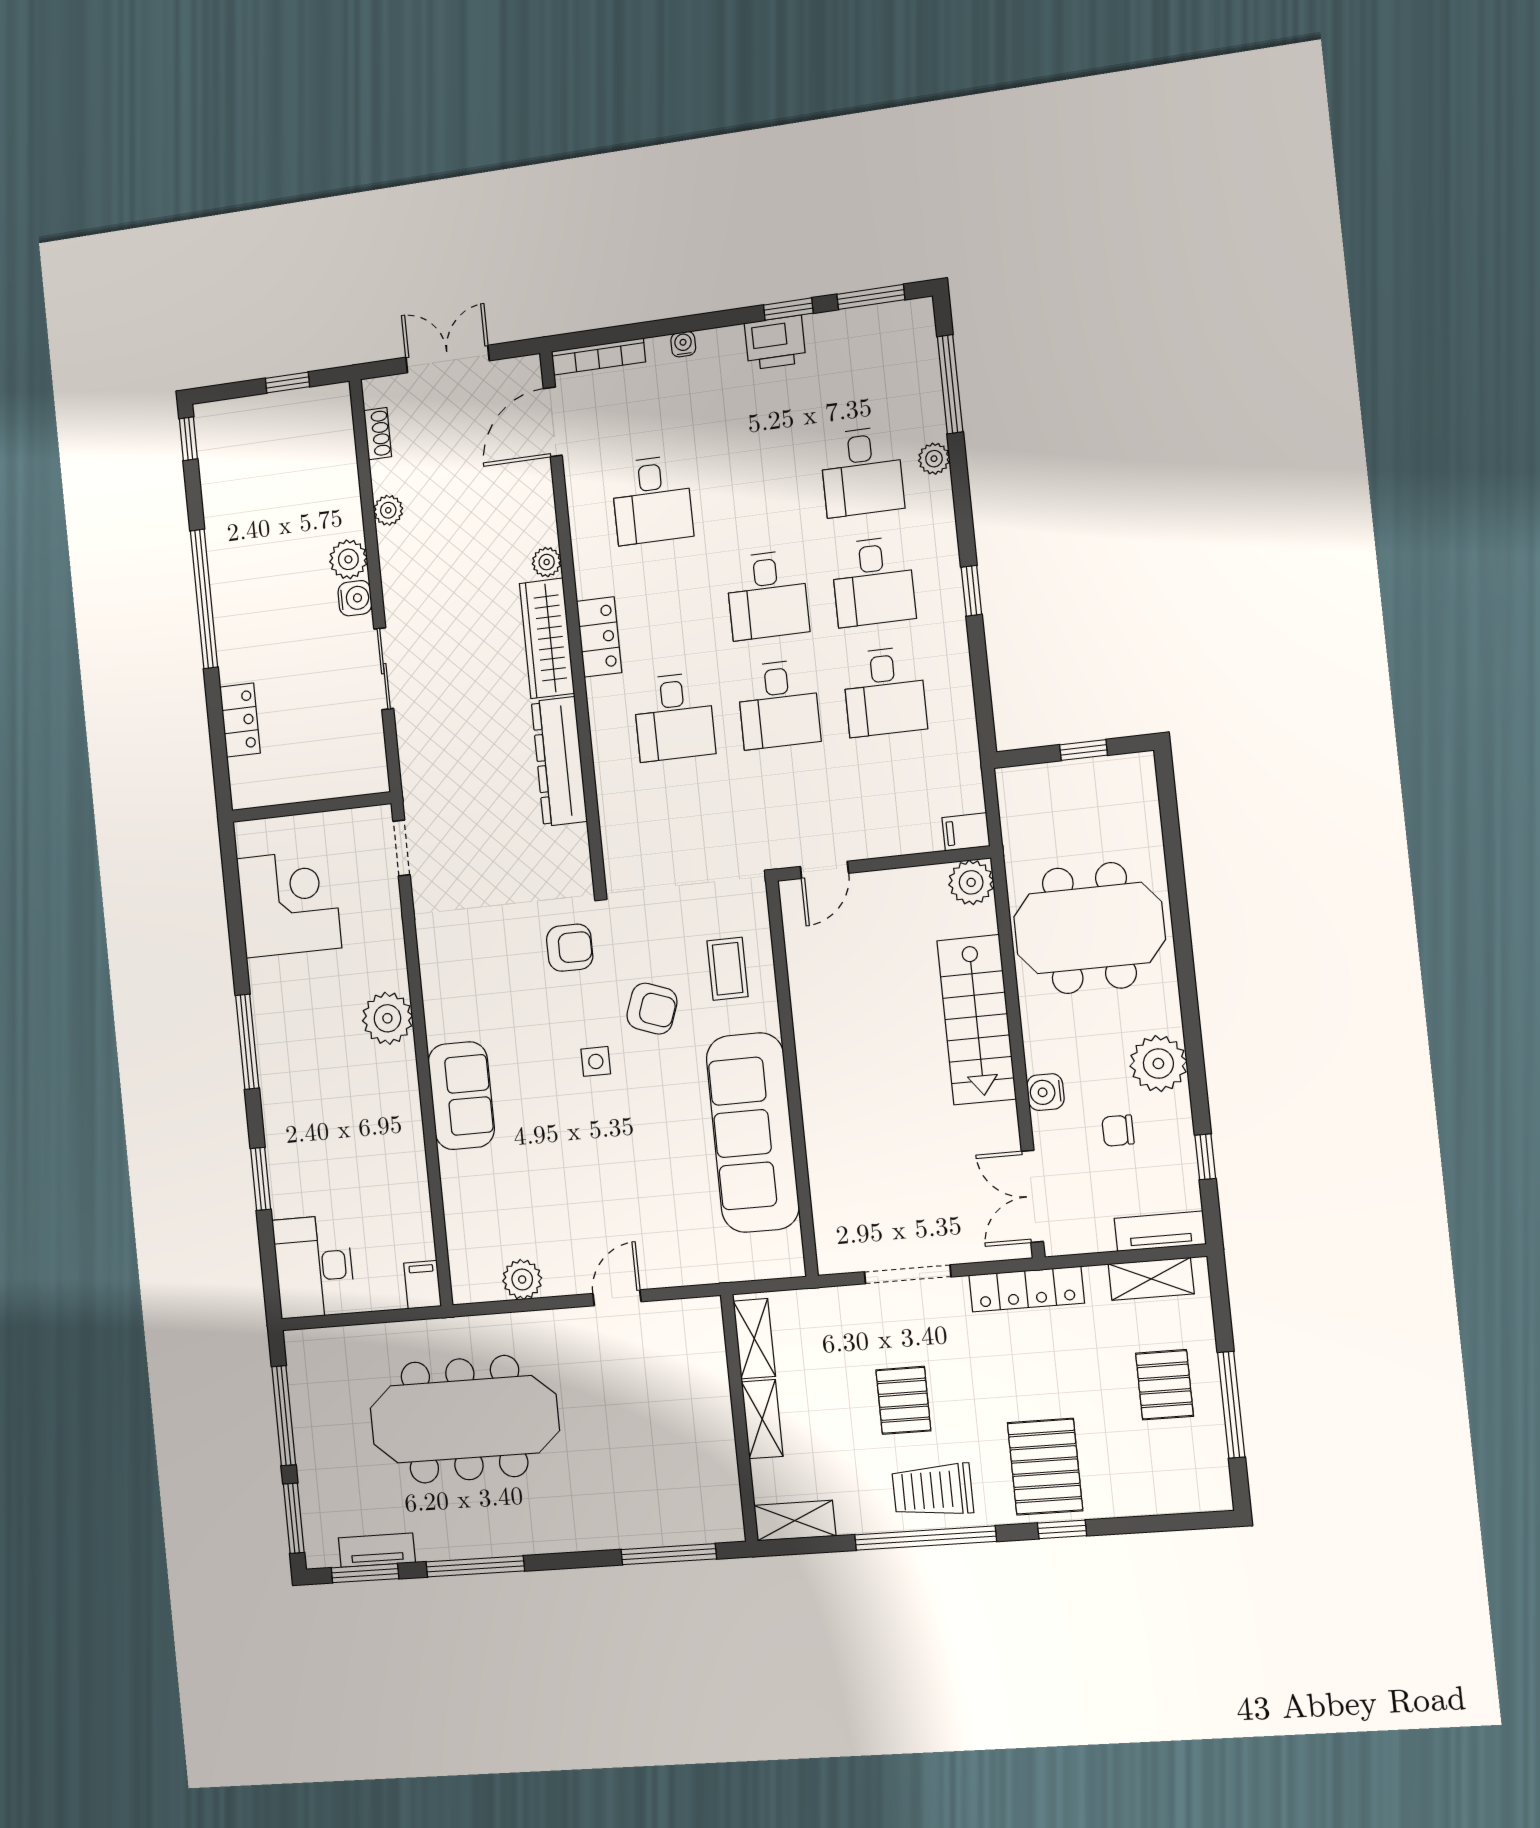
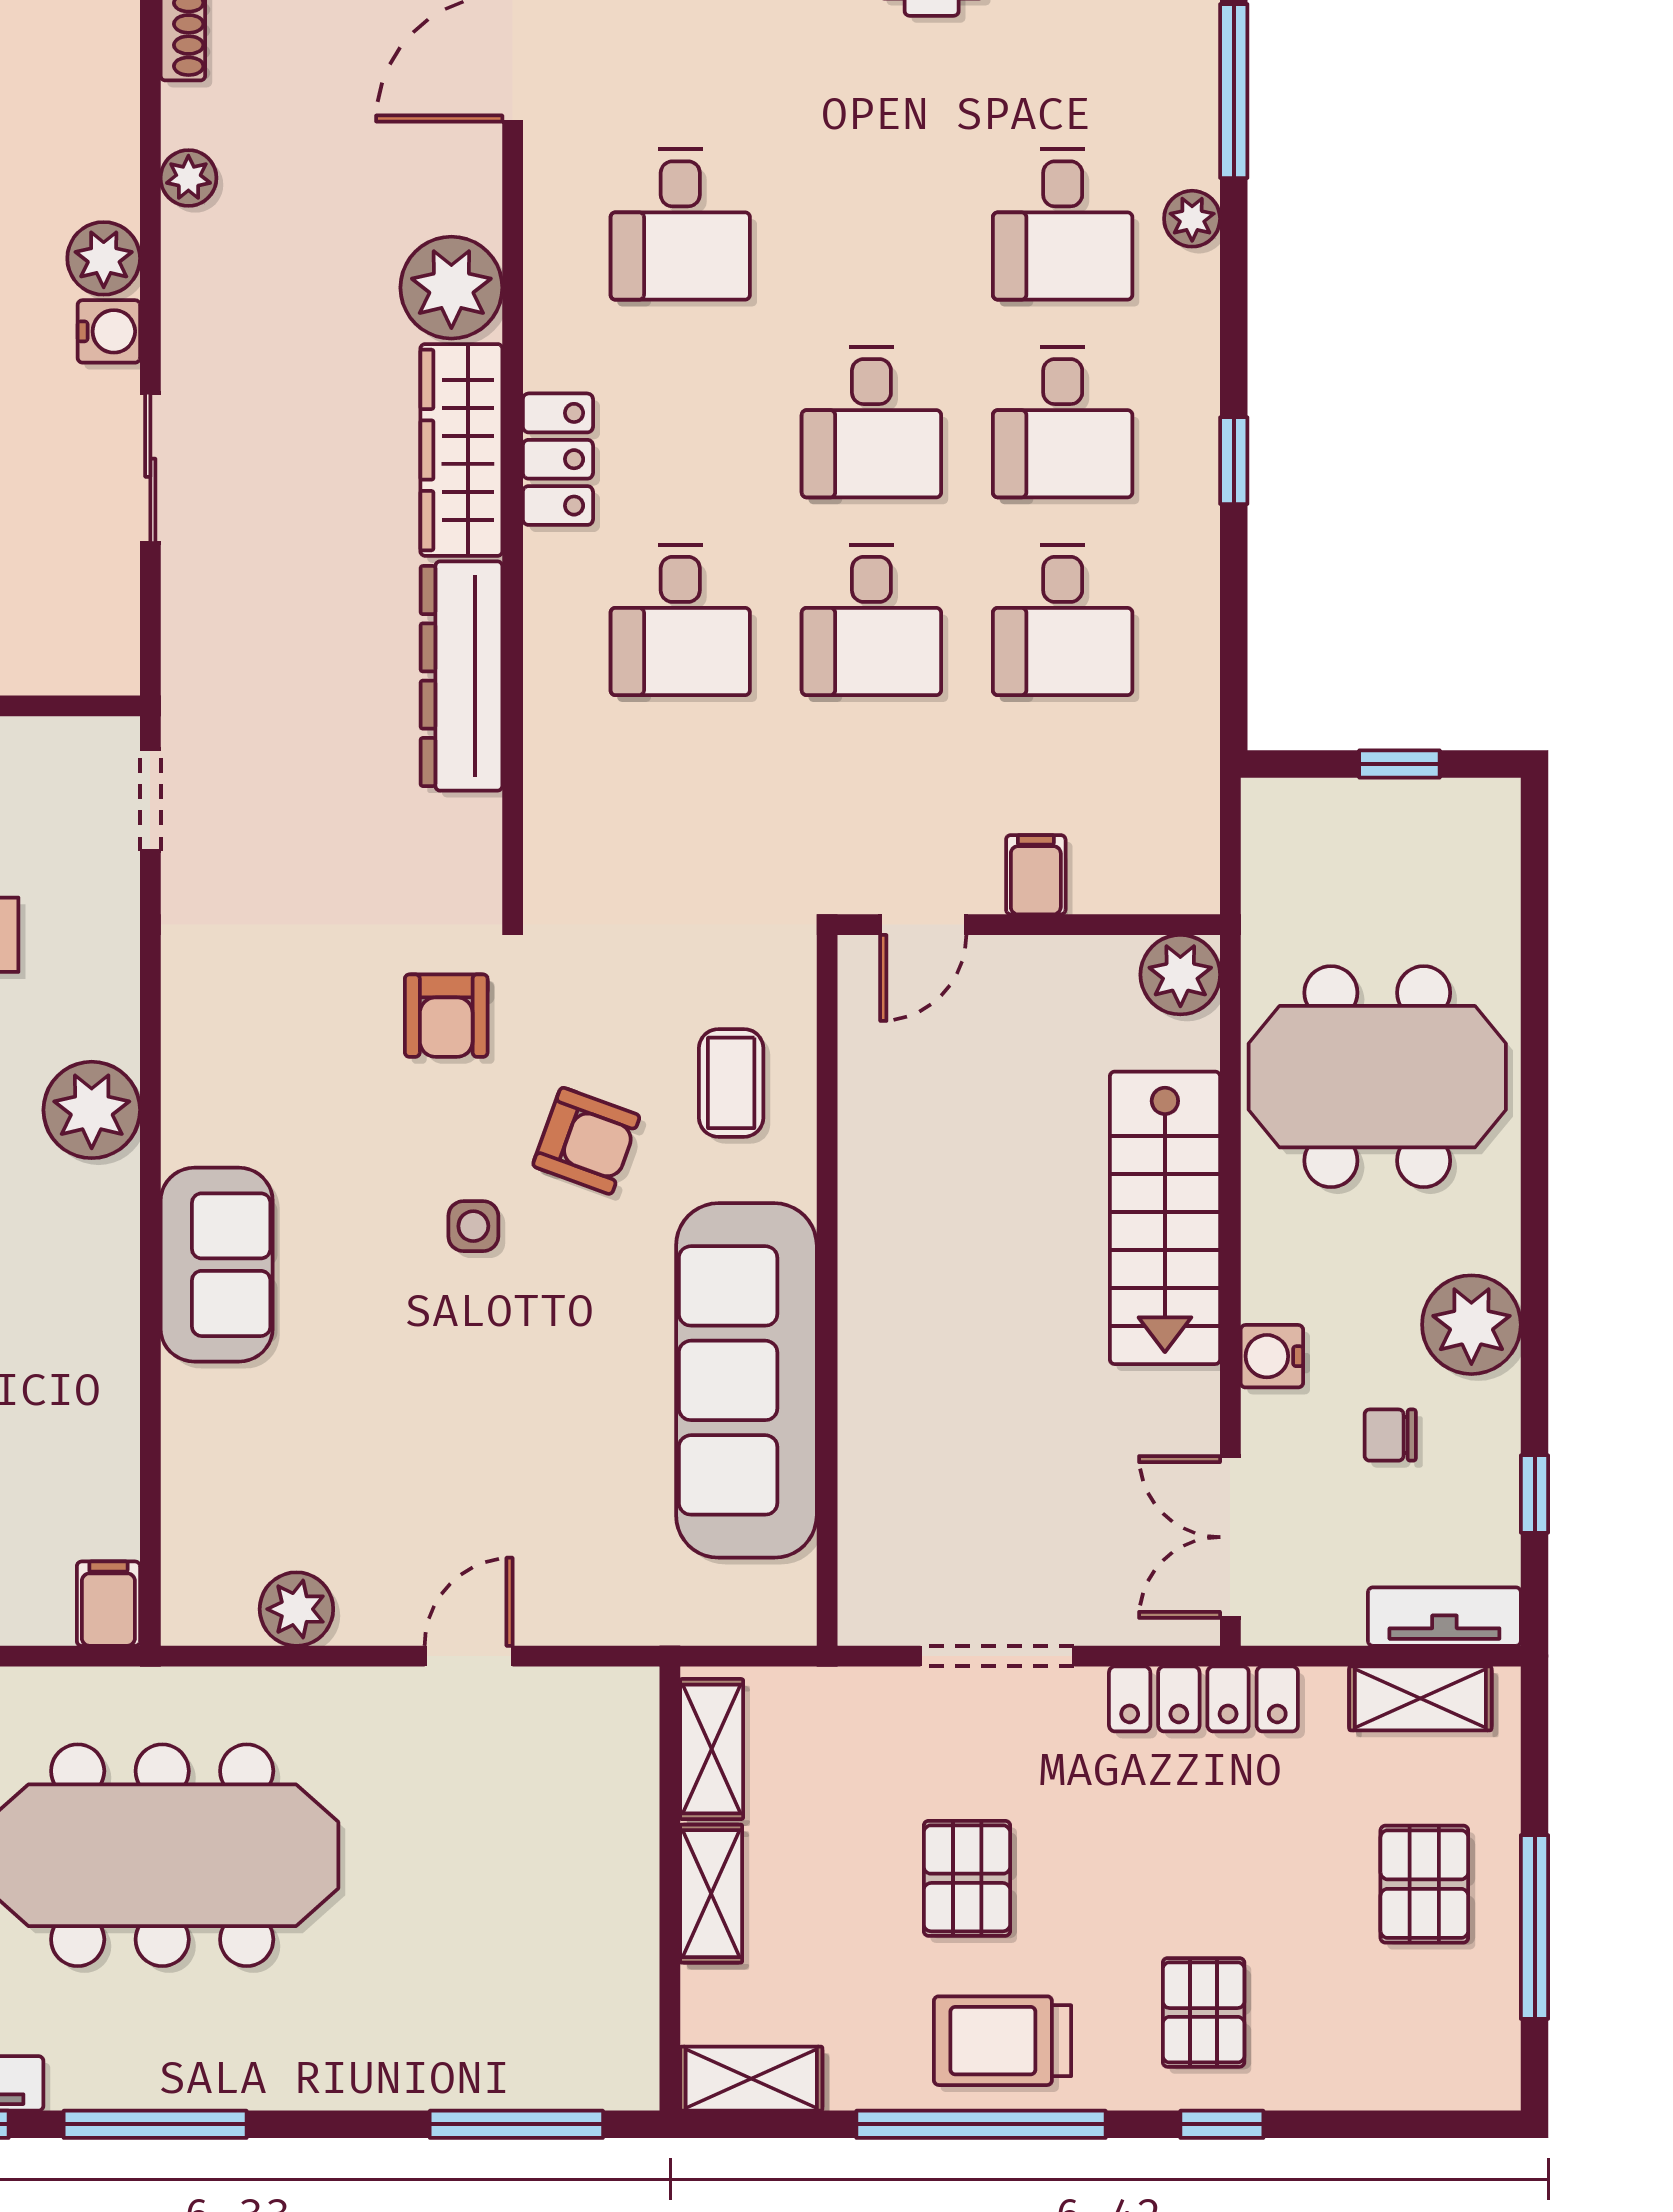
plant: (547, 562) -> (451, 288), width x1.87, depth x1.87
filing cabinet: (966, 832) -> (1036, 875), moved, turned 90
armchair: (570, 948) -> (446, 1016), turned 90
pallet: (1045, 1467) -> (1204, 2012), width x0.67, depth x0.71

